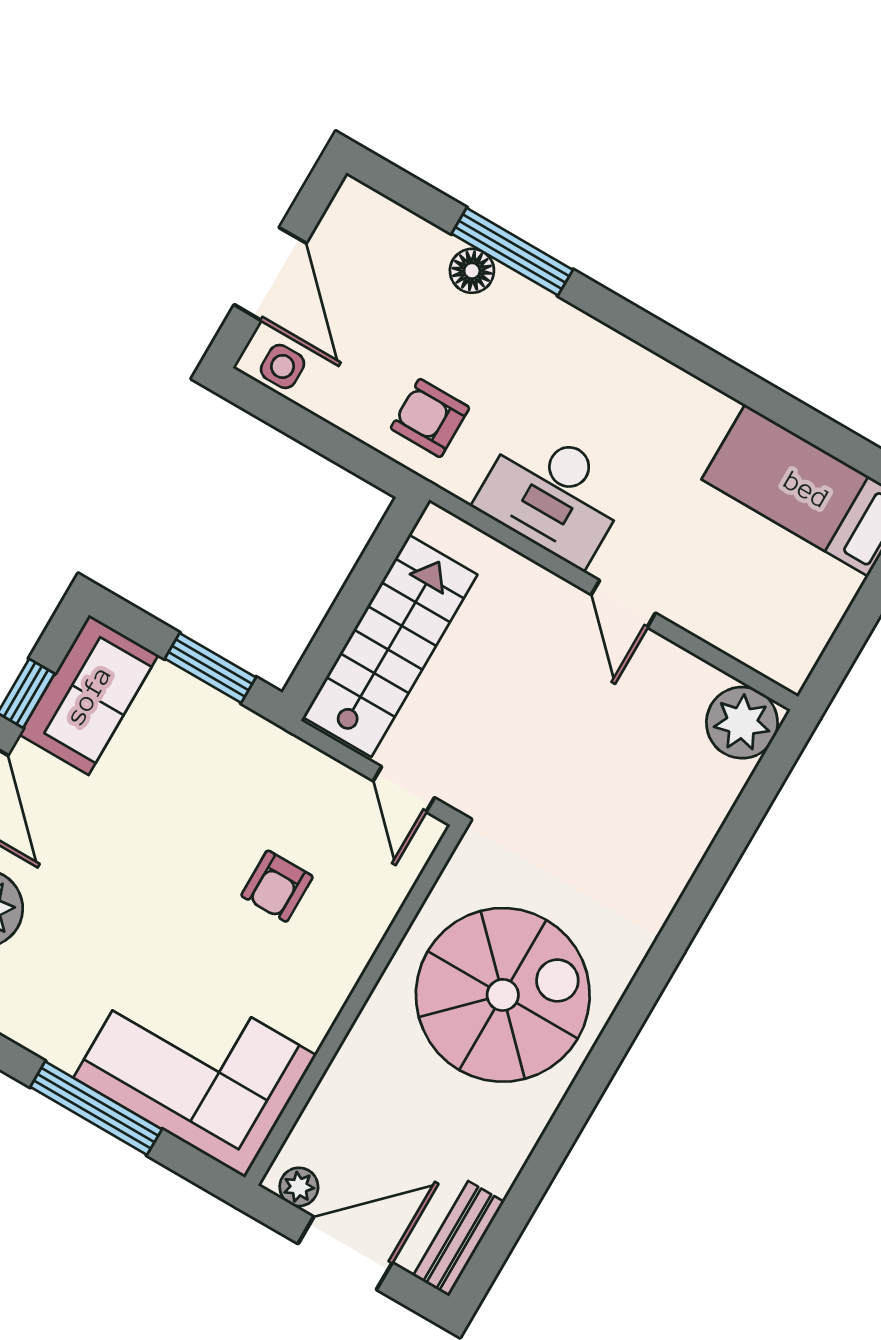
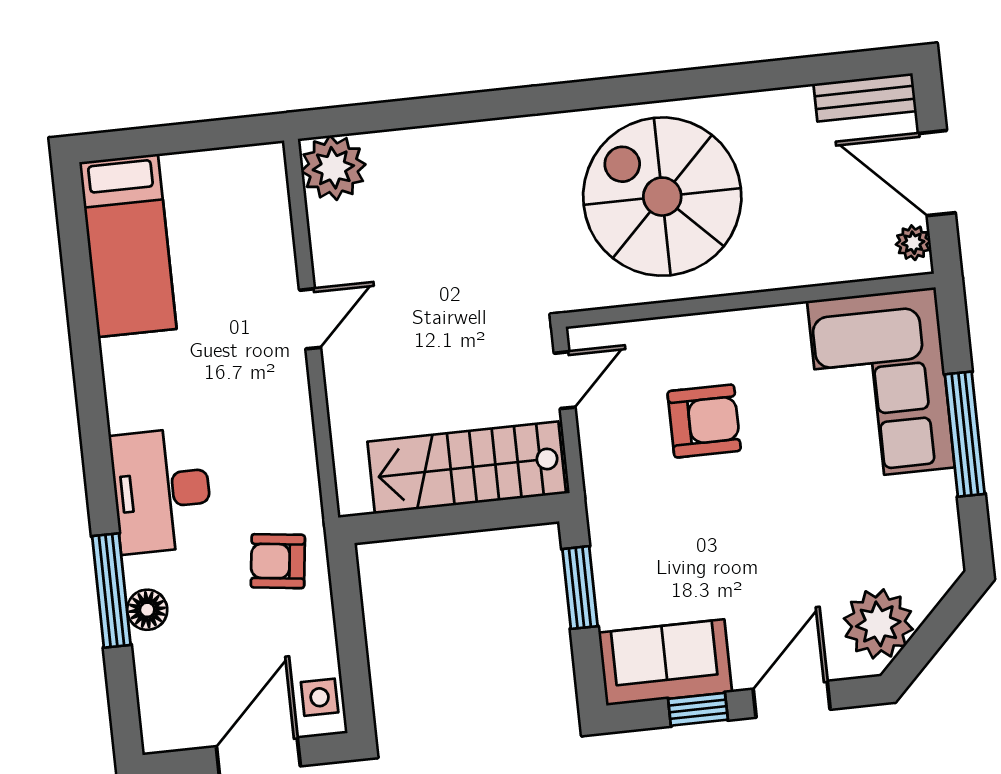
armchair: (430, 418) -> (278, 561), turned 97
desk: (553, 495) -> (162, 491), moved, turned 180
armchair: (277, 886) -> (704, 421), width x1.38, depth x1.38

